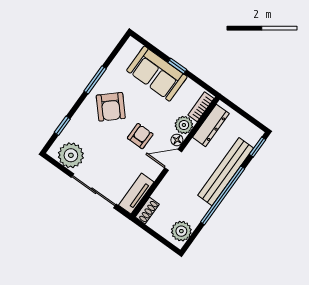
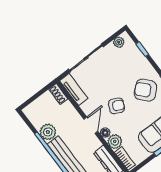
armchair: (140, 136) -> (116, 106), turned -63
plant: (71, 155) -> (119, 42), width x0.53, depth x0.53
plant: (181, 231) -> (48, 132), moved

